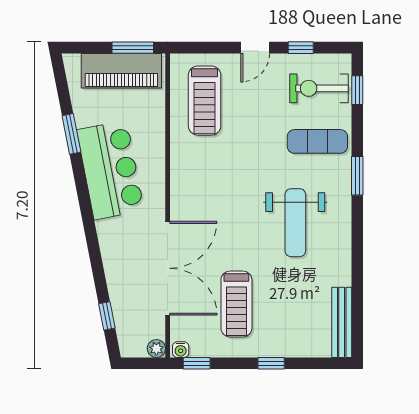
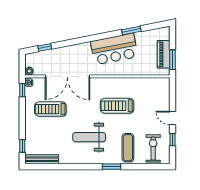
piano: (121, 71) -> (164, 54), width x0.73, depth x0.75
window: (357, 90) -> (152, 167), removed
treadmill: (205, 101) -> (117, 106), moved
window: (271, 363) -> (22, 146), moved

